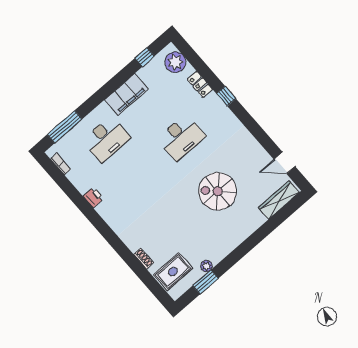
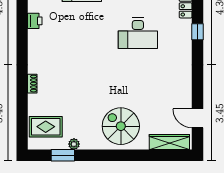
spiral stairs: (218, 191) -> (121, 126), moved
shoe rack: (144, 259) -> (32, 84), moved

